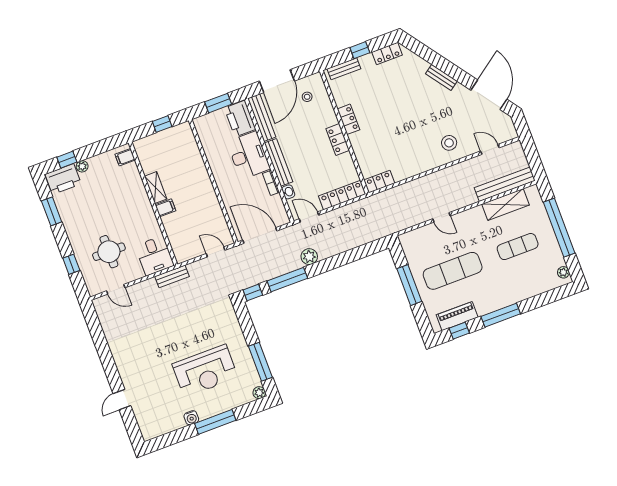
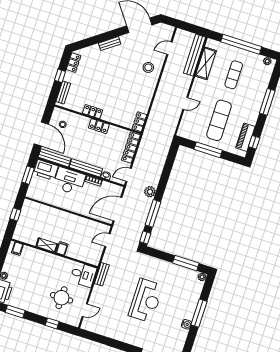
window: (501, 315) -> (267, 102), moved
reception desk: (205, 371) -> (146, 300), moved

